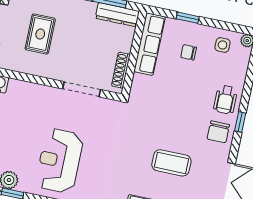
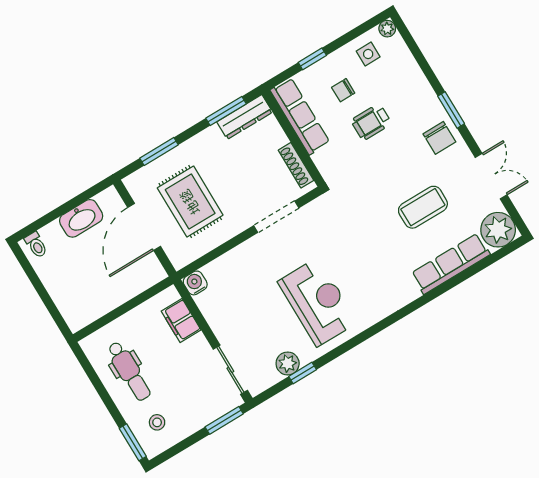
rug: (40, 34) -> (190, 202), width x1.36, depth x1.43
wheelchair: (225, 100) -> (371, 122), moved, turned 90
window: (240, 122) -> (451, 110), width x1.50
reception desk: (59, 161) -> (318, 302), turned 180

